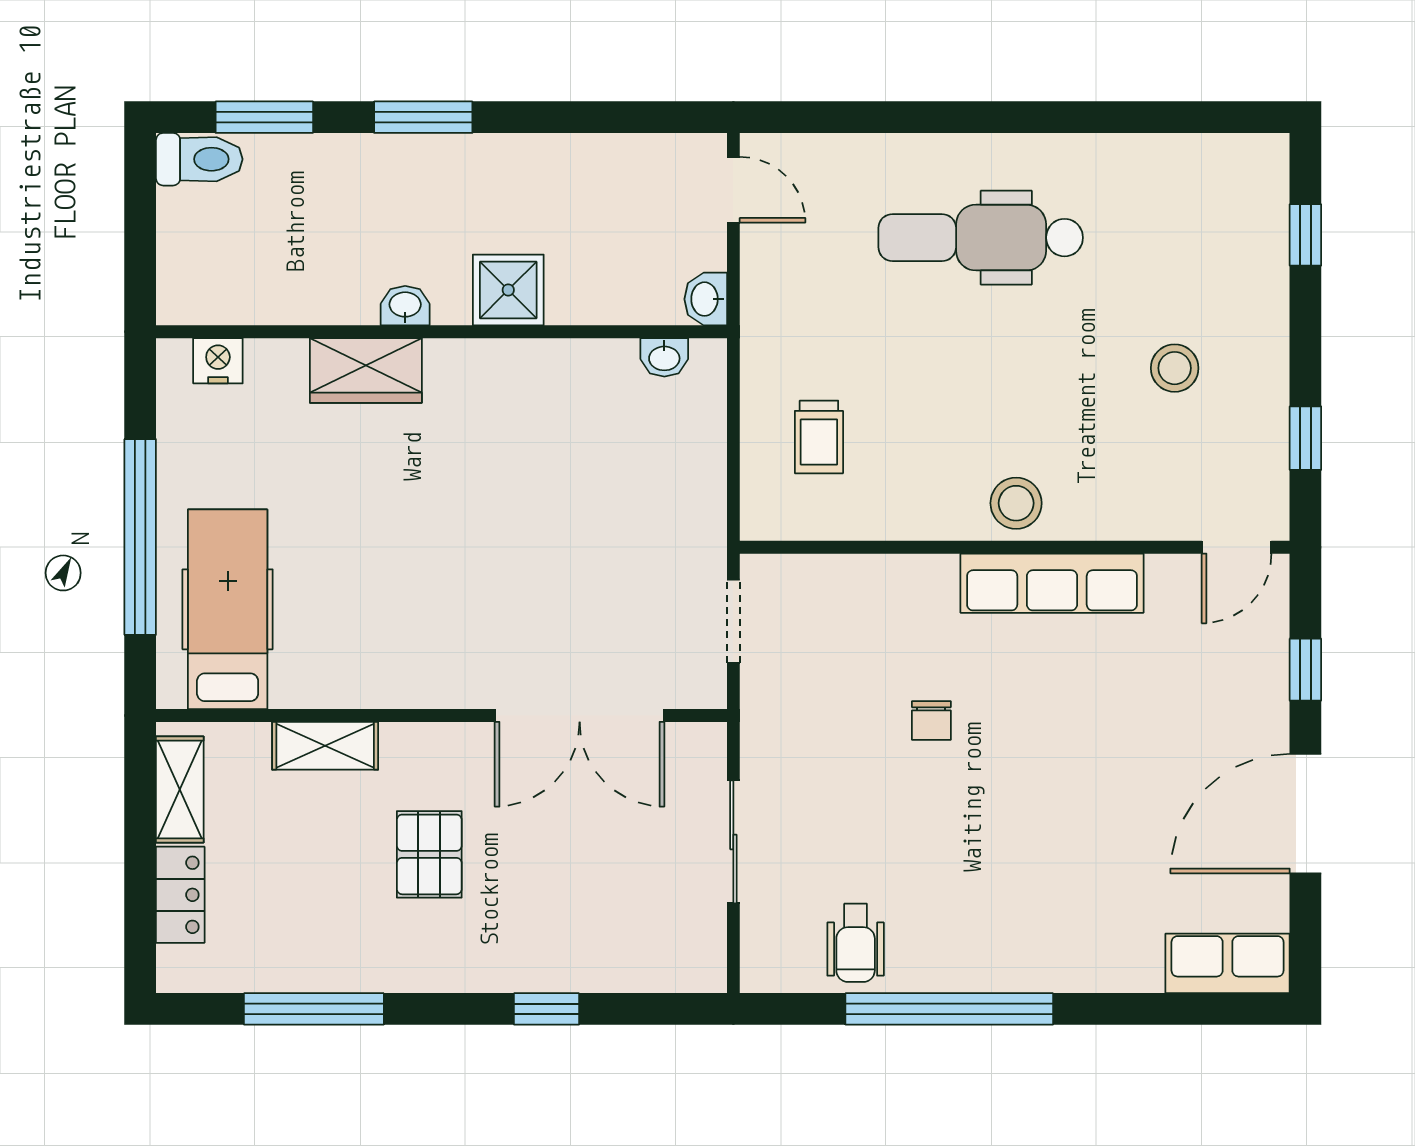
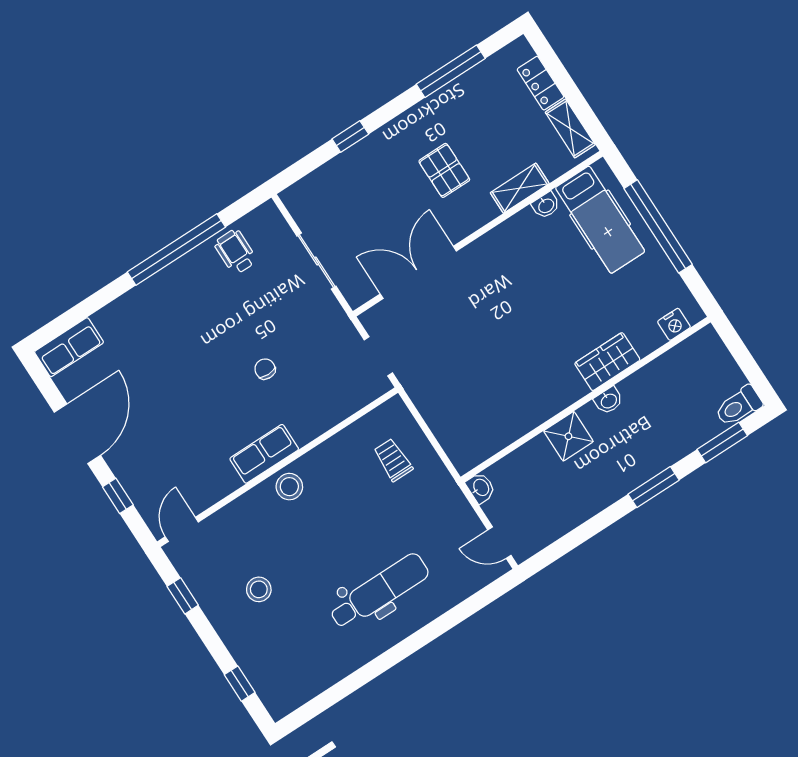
washbasin: (664, 357) -> (546, 205), moved, turned 180
row of seats: (1052, 583) -> (264, 454), width x0.68

